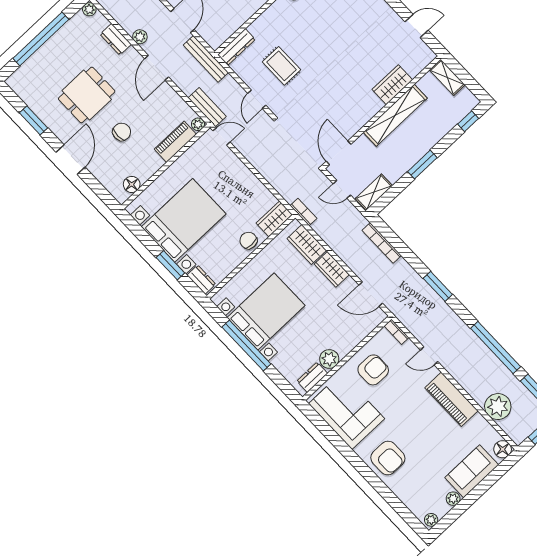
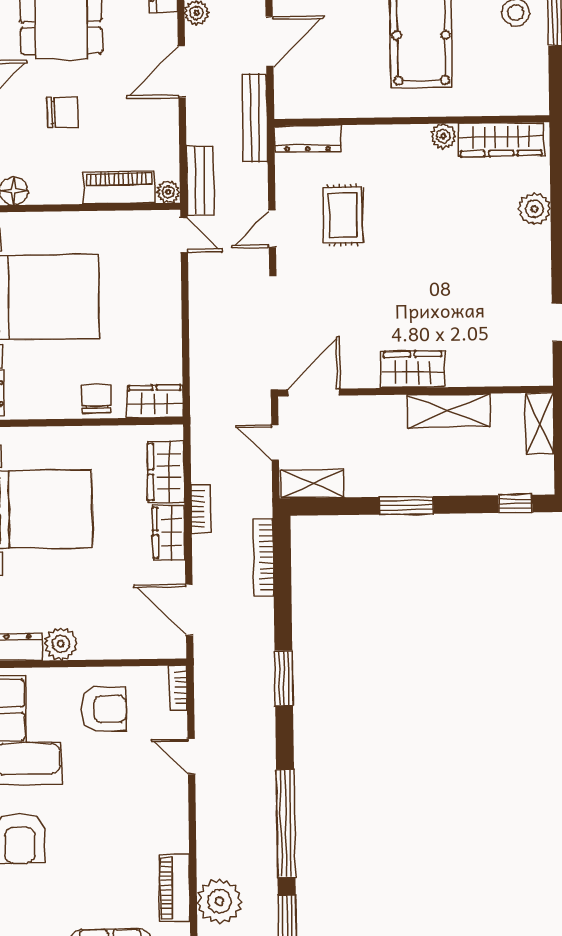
wardrobe: (392, 85) -> (413, 369), moved
shelving: (395, 115) -> (449, 411), width x0.68
bookcase: (303, 212) -> (201, 509), moved
piano: (451, 399) -> (175, 888), moved, width x0.73, depth x0.75

